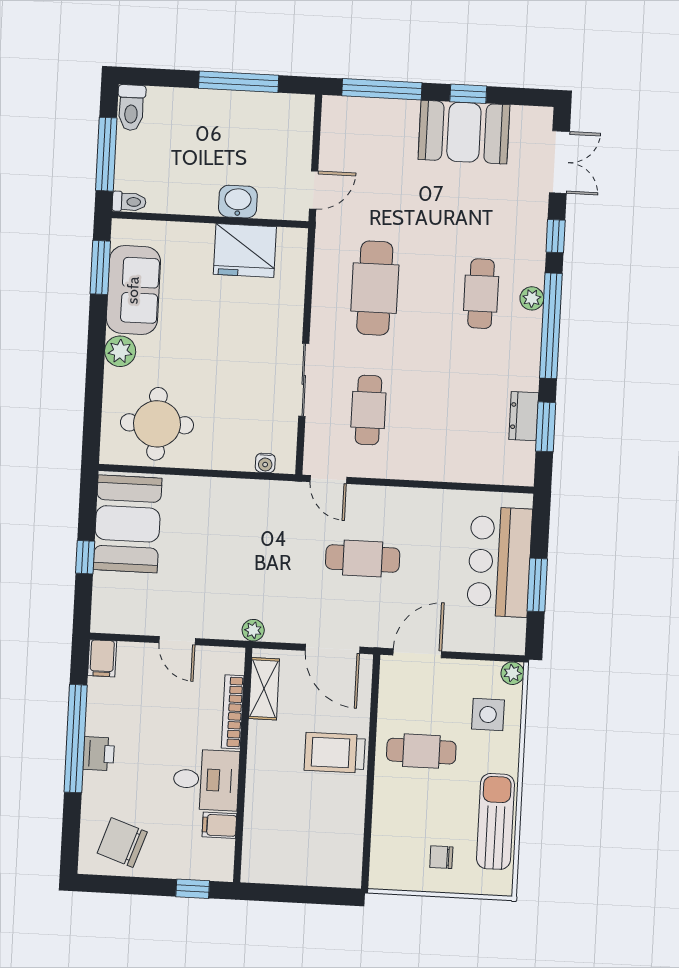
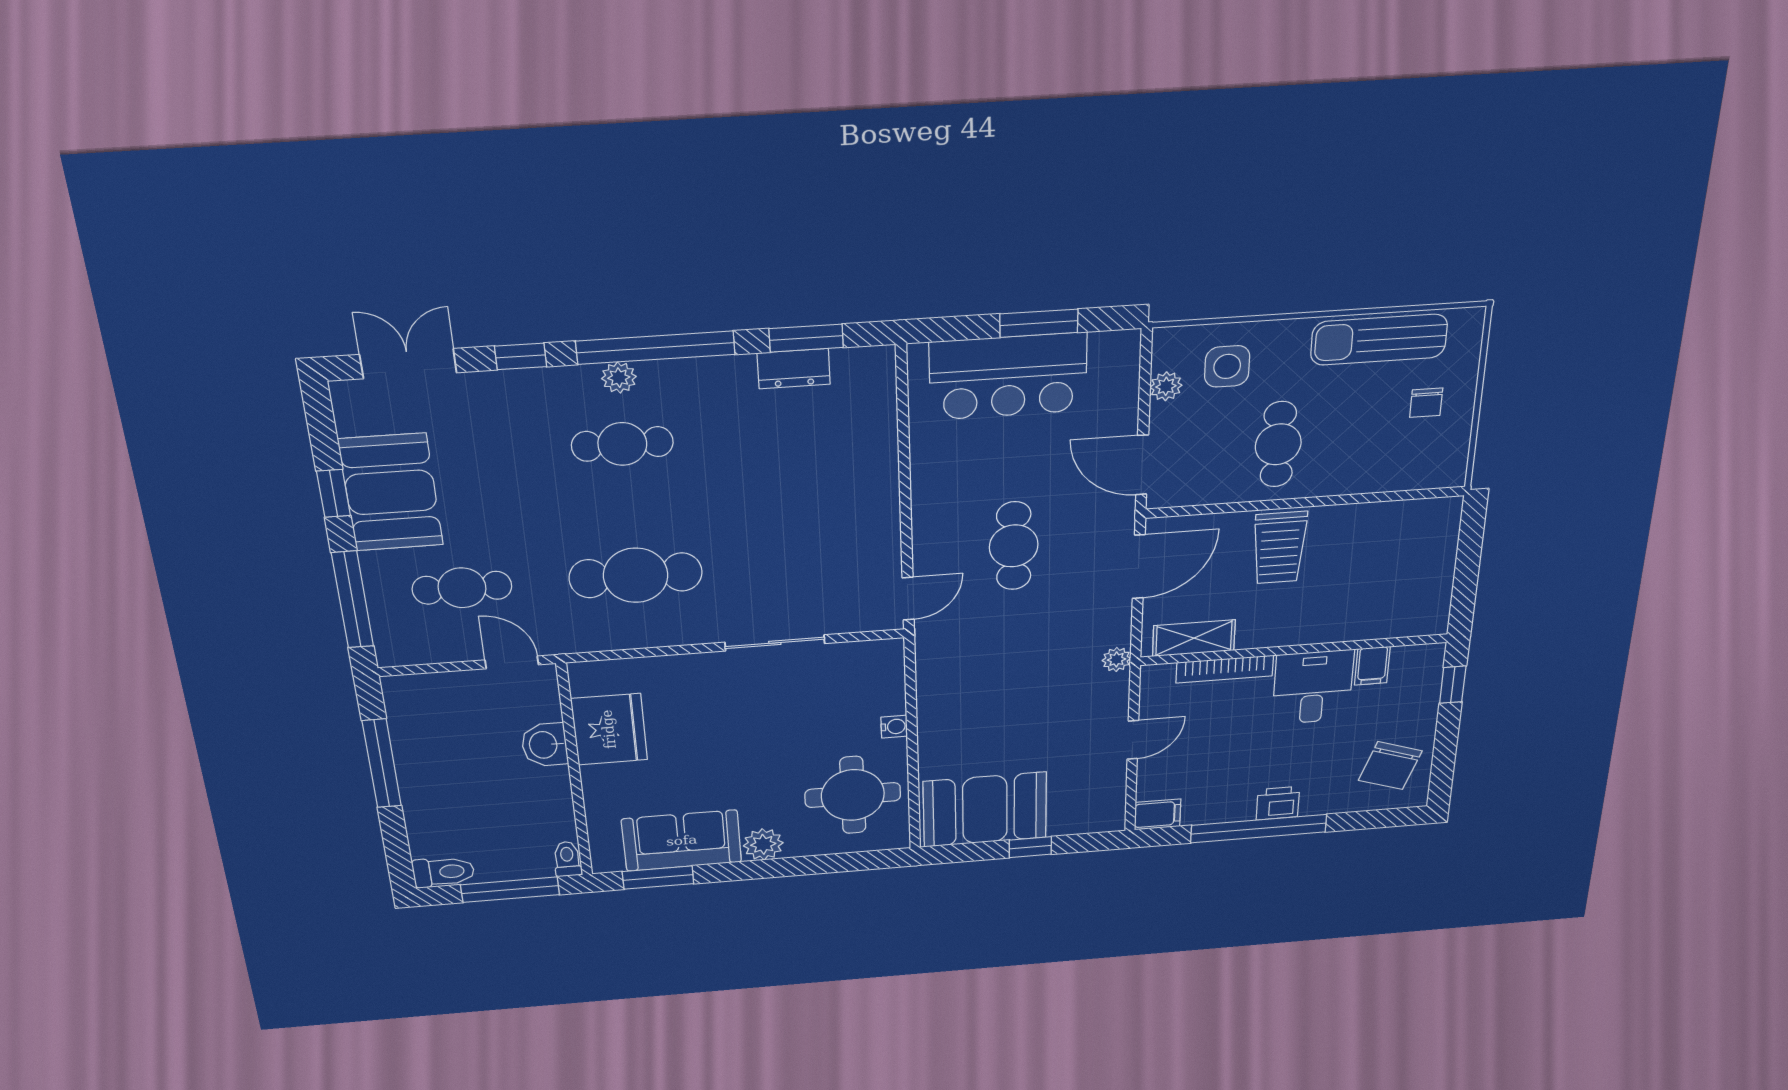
cafe table: (368, 410) -> (462, 588), moved
water cooler: (265, 463) -> (894, 727), moved
plant: (512, 673) -> (1166, 386), moved

